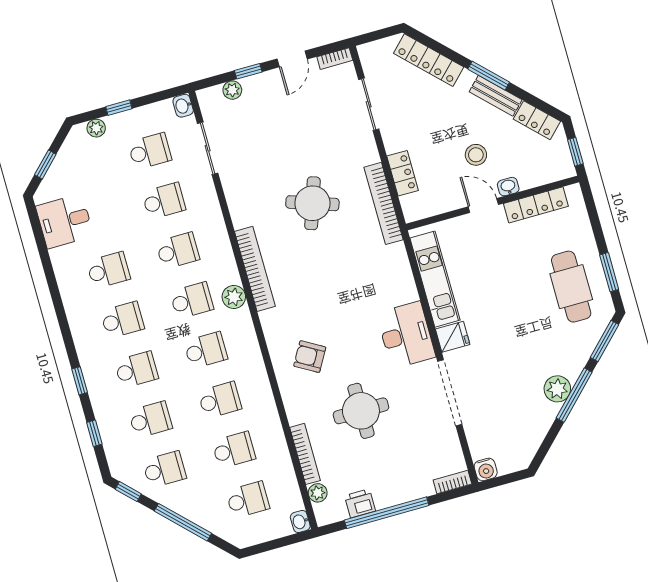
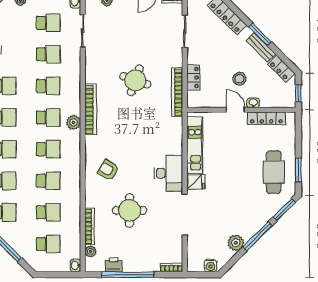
plant: (557, 389) -> (236, 243), moved
water cooler: (486, 469) -> (211, 265), moved

